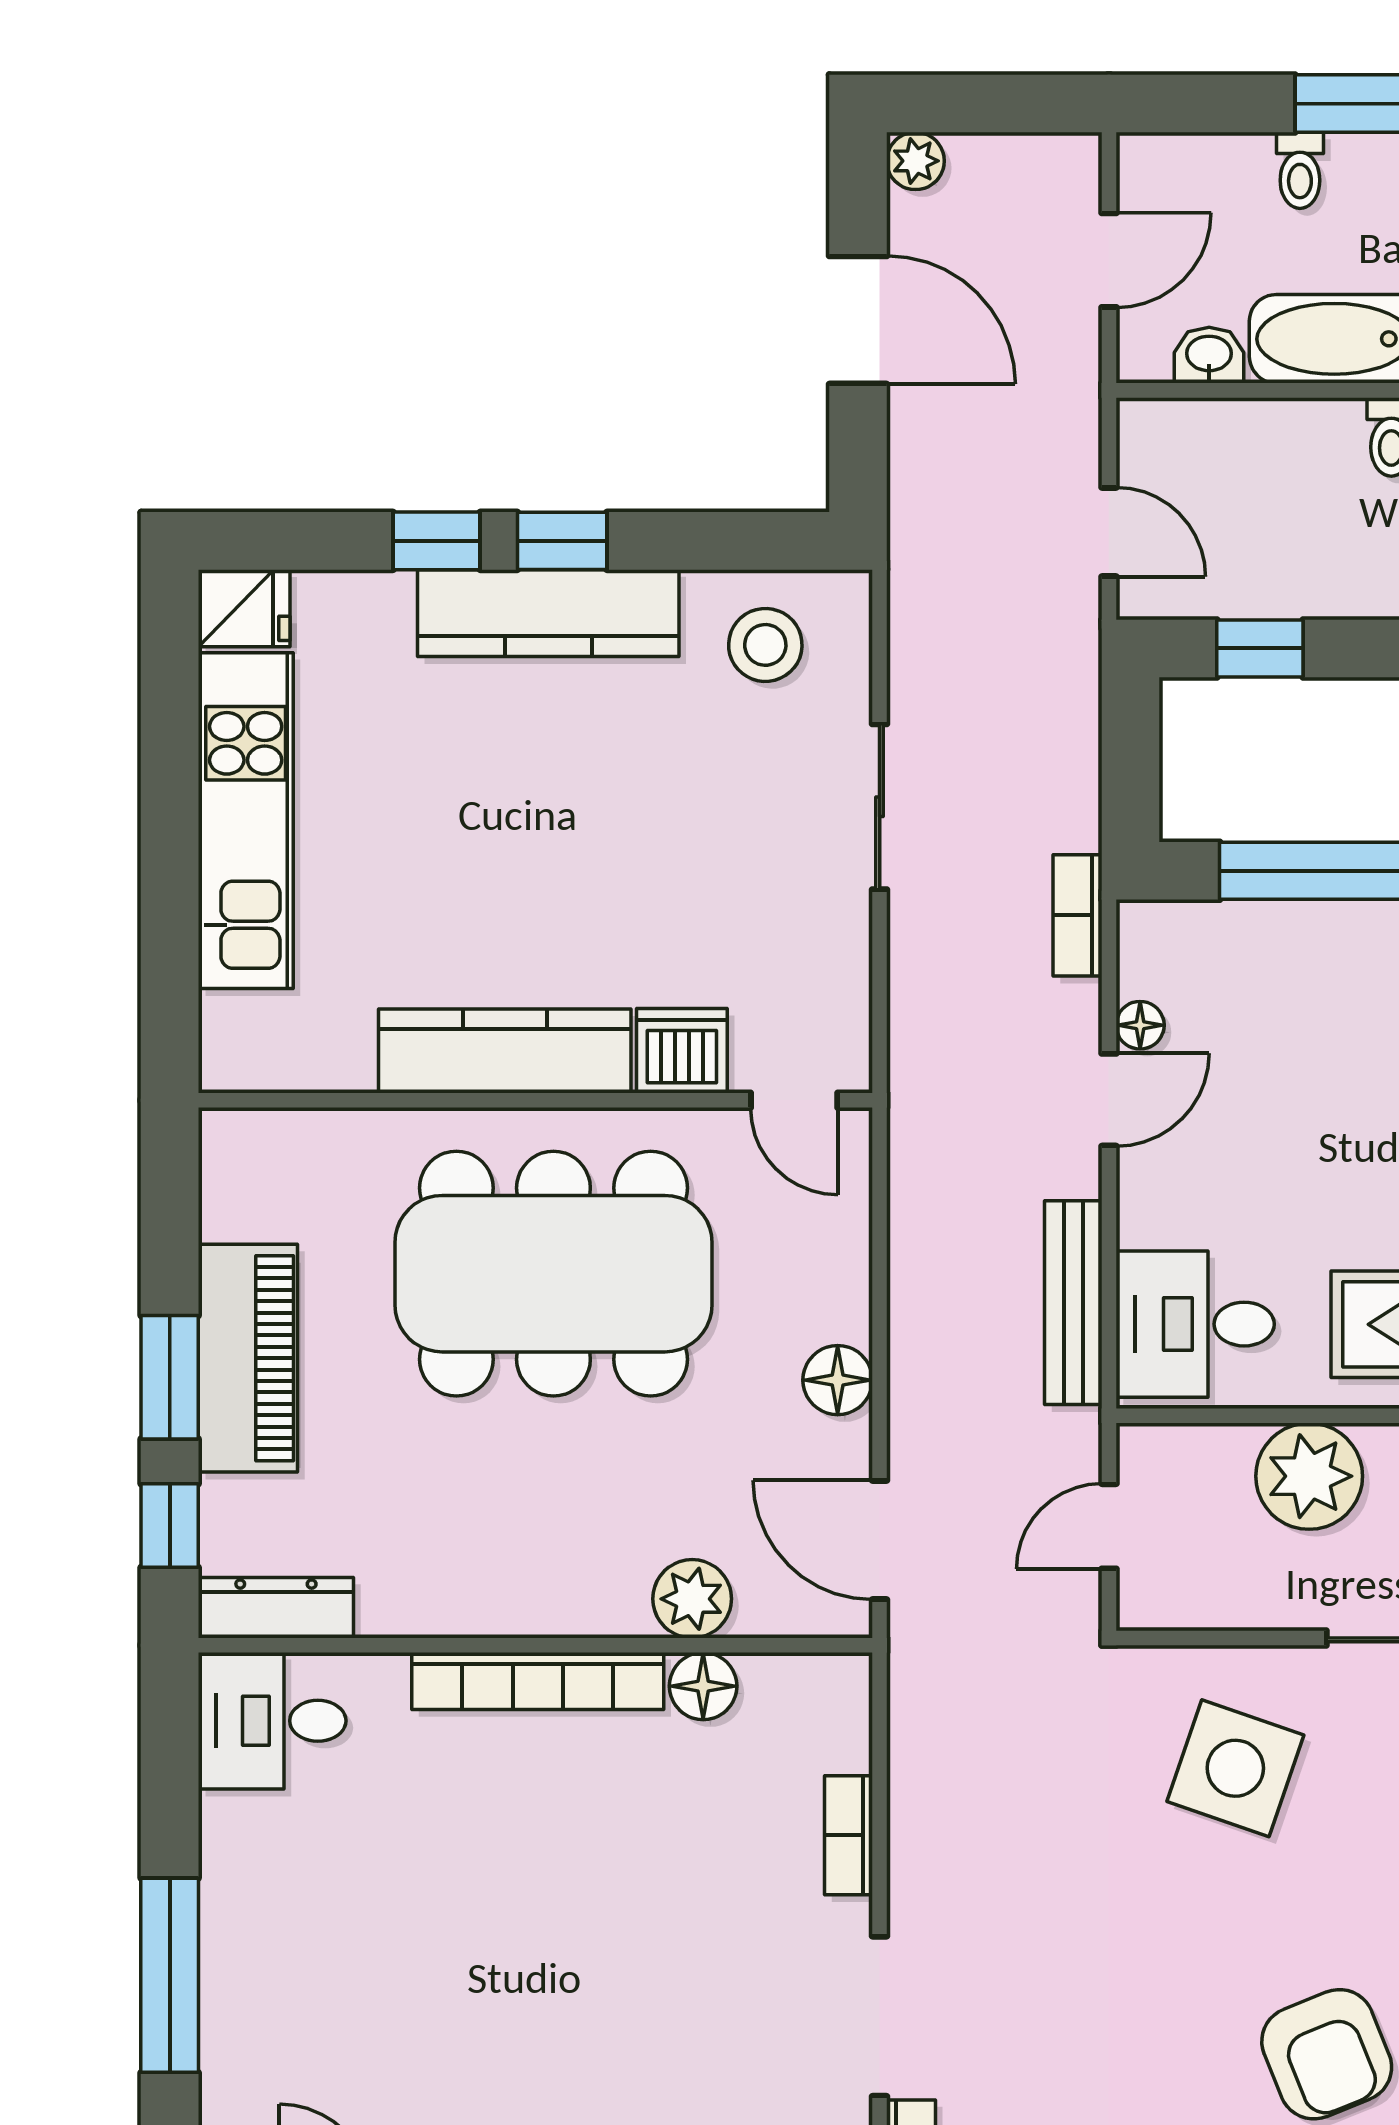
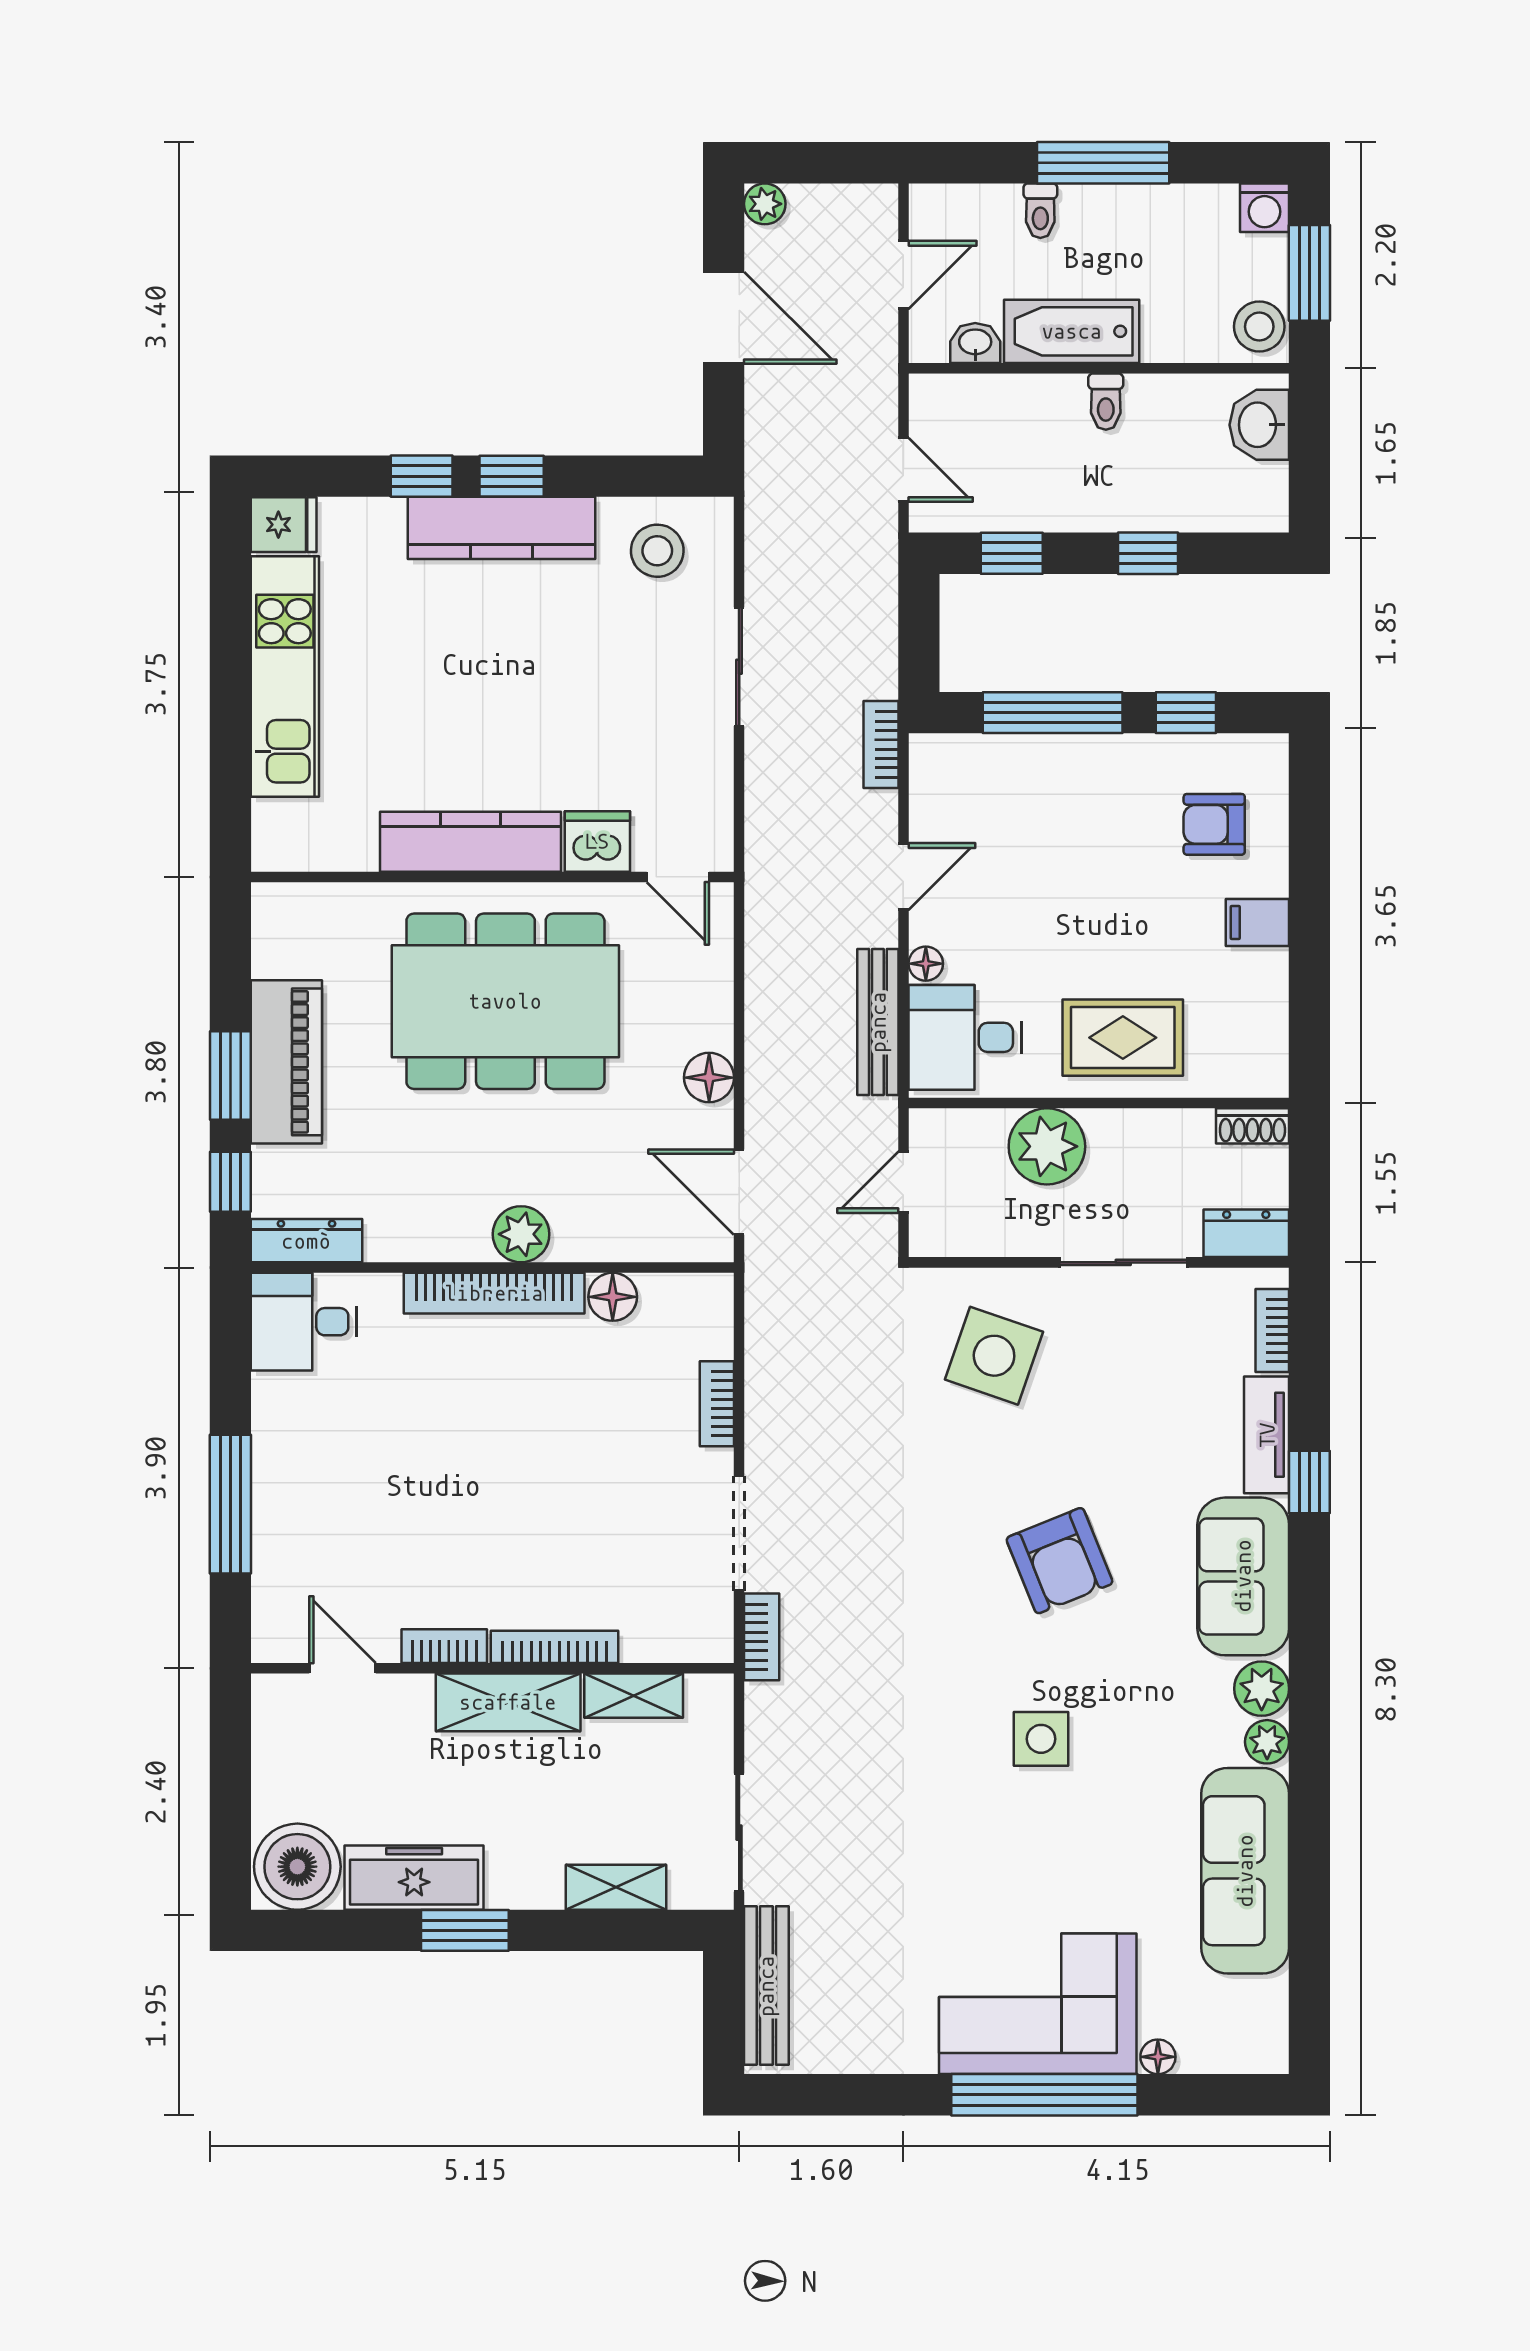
floor lamp: (1140, 1025) -> (926, 964), moved
plant: (692, 1599) -> (521, 1234), moved

